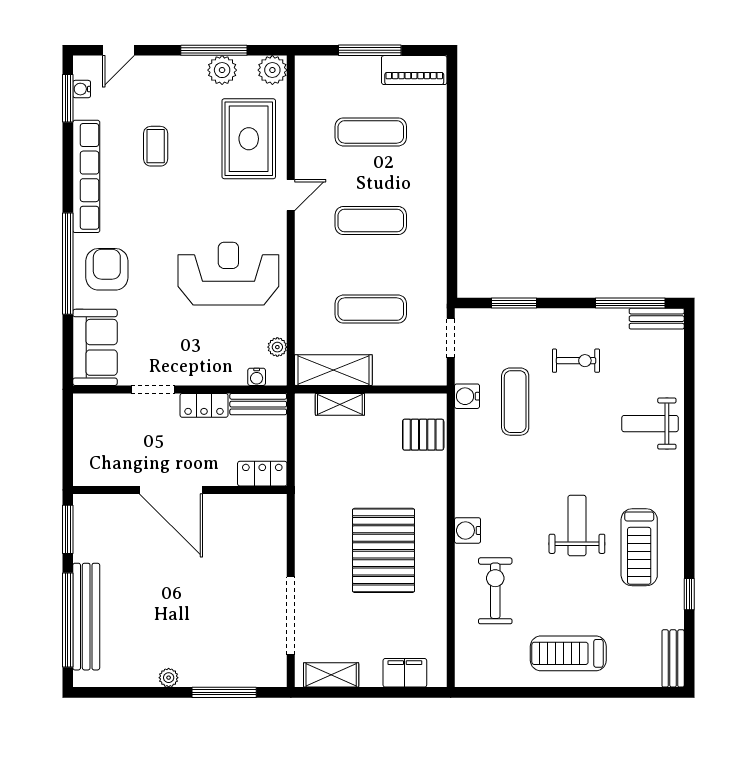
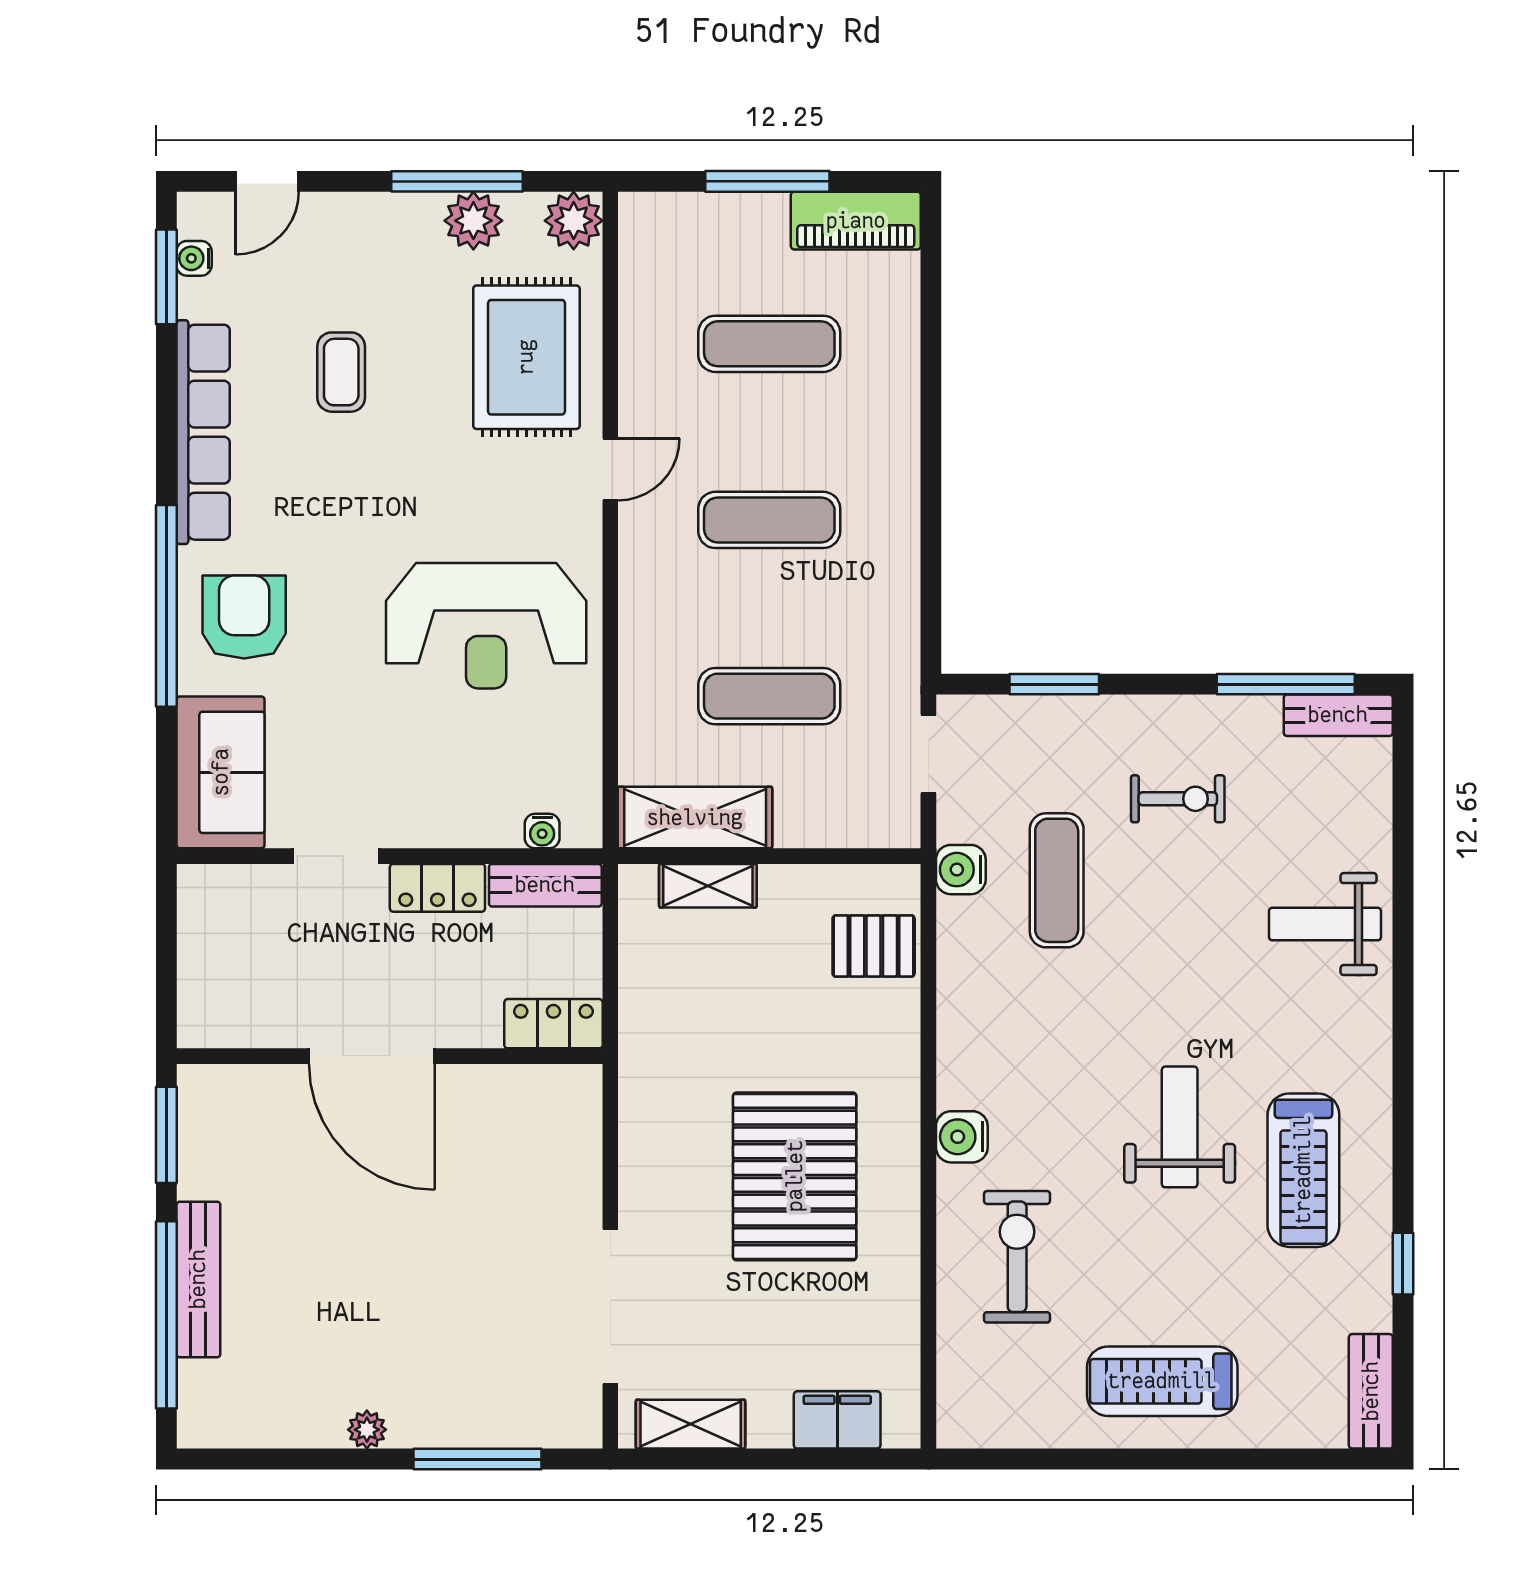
reception desk: (228, 274) -> (486, 626), turned 180
plant: (277, 347) -> (583, 772), removed
bench: (86, 617) -> (198, 1279), width x0.73, depth x0.82

